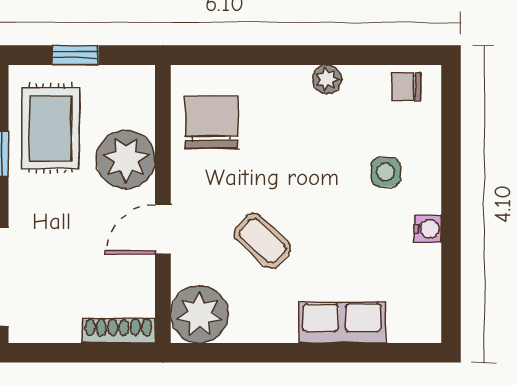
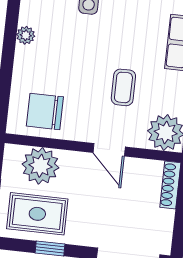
plant: (126, 160) -> (40, 166), moved
coffee table: (262, 241) -> (123, 87), turned -43

